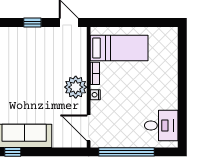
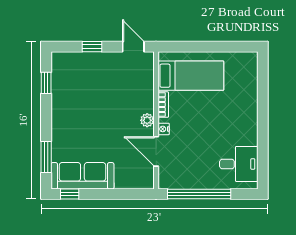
plant: (76, 87) -> (147, 120), width x0.53, depth x0.53
door: (89, 128) -> (156, 151), moved

